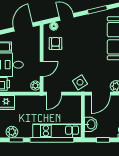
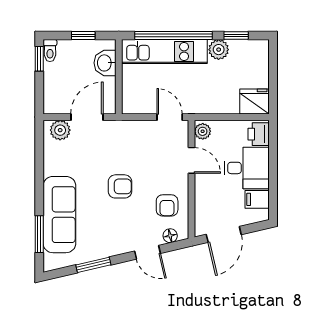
armchair: (82, 54) -> (120, 186), added
door: (42, 69) -> (191, 160), swing flipped
side table: (80, 82) -> (124, 137), removed
door: (54, 94) -> (170, 117), hinge flipped
plant: (12, 132) -> (219, 50), moved

